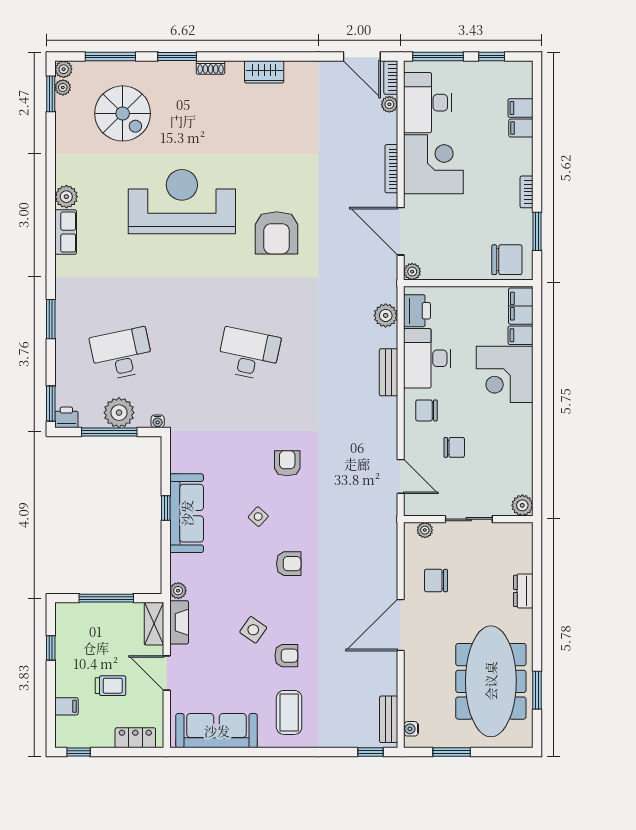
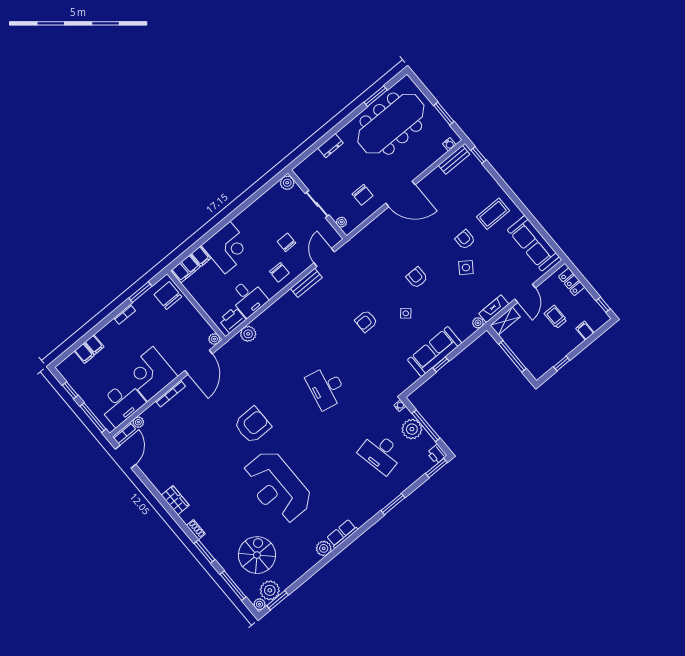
plant: (63, 87) -> (270, 590), width x1.88, depth x1.88
desk: (427, 358) -> (248, 298), width x0.73
bench: (389, 372) -> (306, 283), moved

